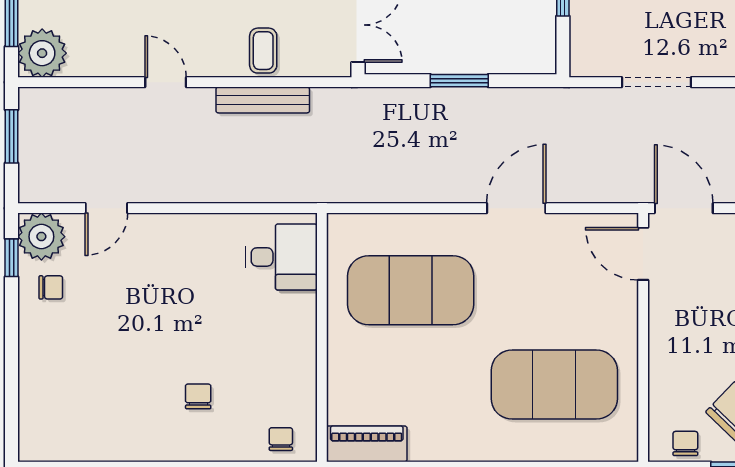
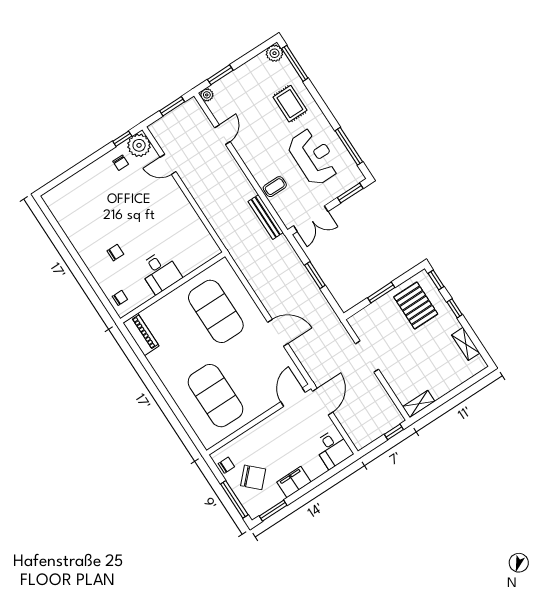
plant: (42, 53) -> (207, 95), width x0.53, depth x0.53
door: (166, 82) -> (222, 135), moved
bench: (263, 100) -> (266, 217), moved
desk: (281, 257) -> (160, 272), moved

